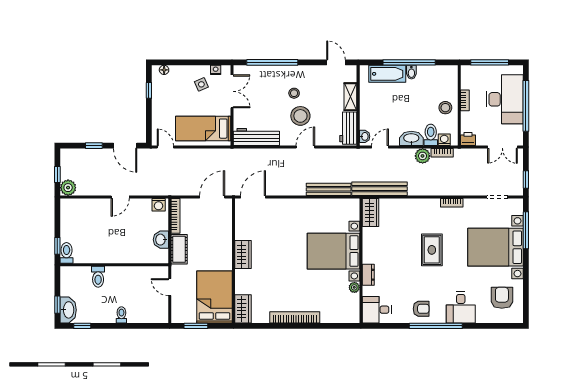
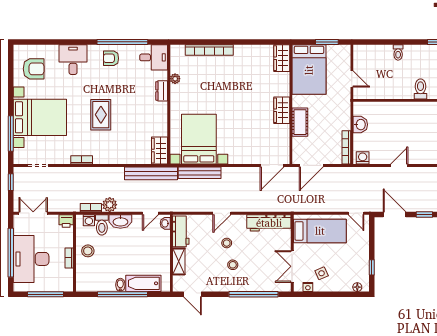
stool: (300, 116) -> (227, 243), width x0.53, depth x0.53
cot: (179, 249) -> (300, 122), moved
bed with nightstands: (333, 251) -> (199, 139), moved, turned -90
armchair: (502, 298) -> (34, 69), turned -90
bookcase: (295, 317) -> (209, 50), moved
window: (436, 326) -> (122, 42), moved

